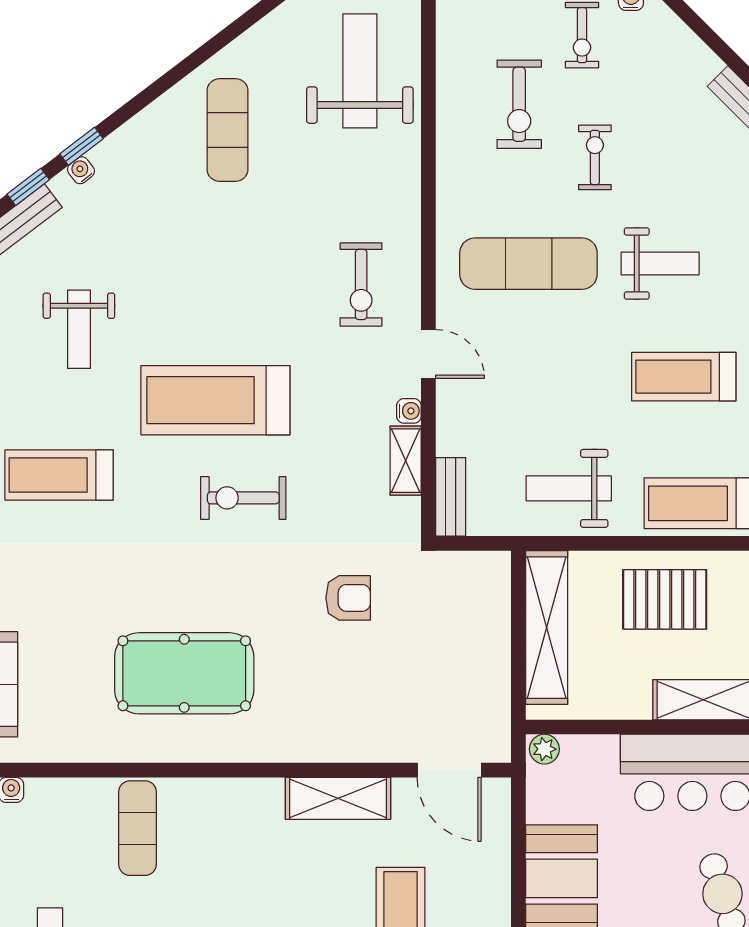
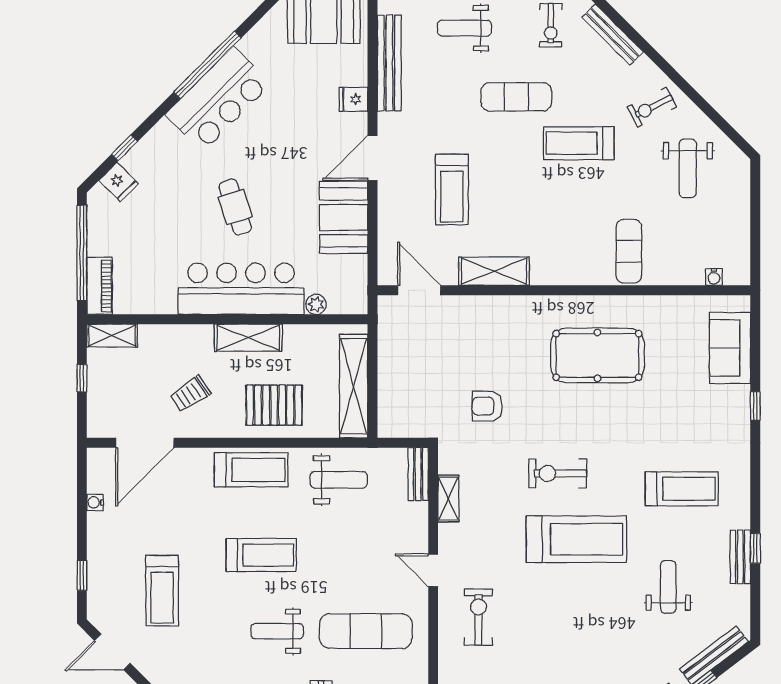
water cooler: (409, 411) -> (446, 532), removed
exercise bike: (243, 498) -> (558, 473), turned 180
plant: (544, 749) -> (316, 304), moved

